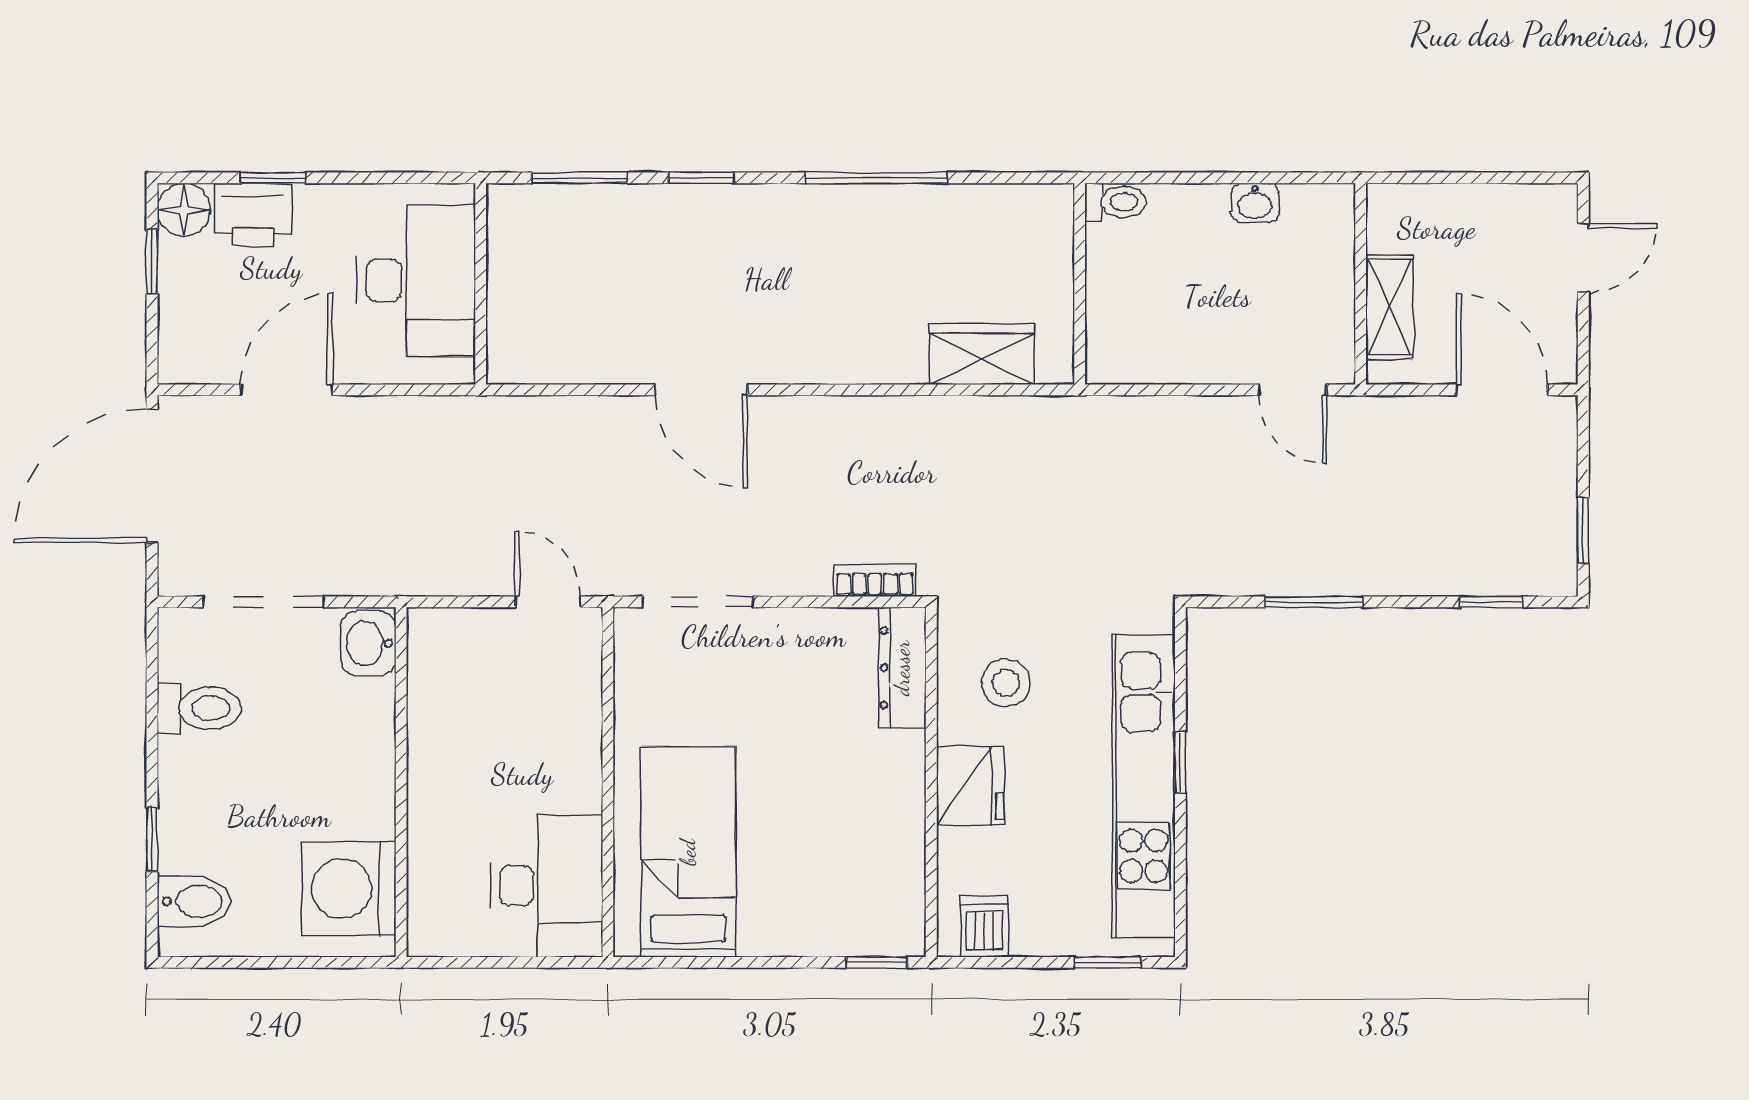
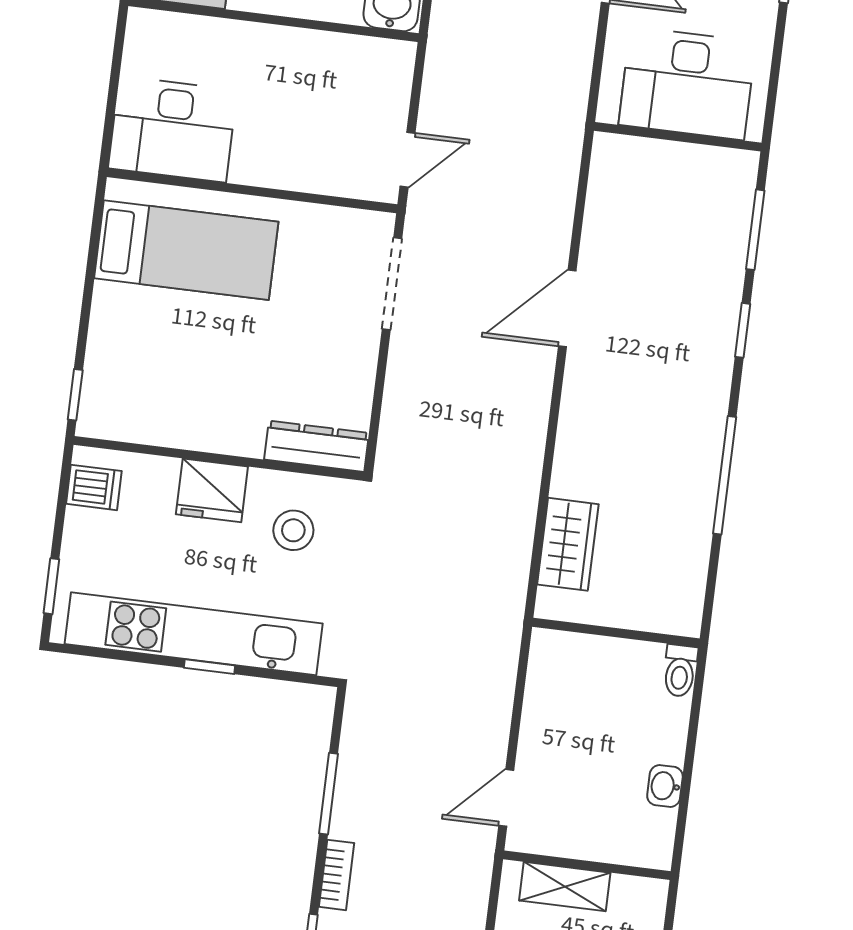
bookcase: (875, 580) -> (337, 875), moved

